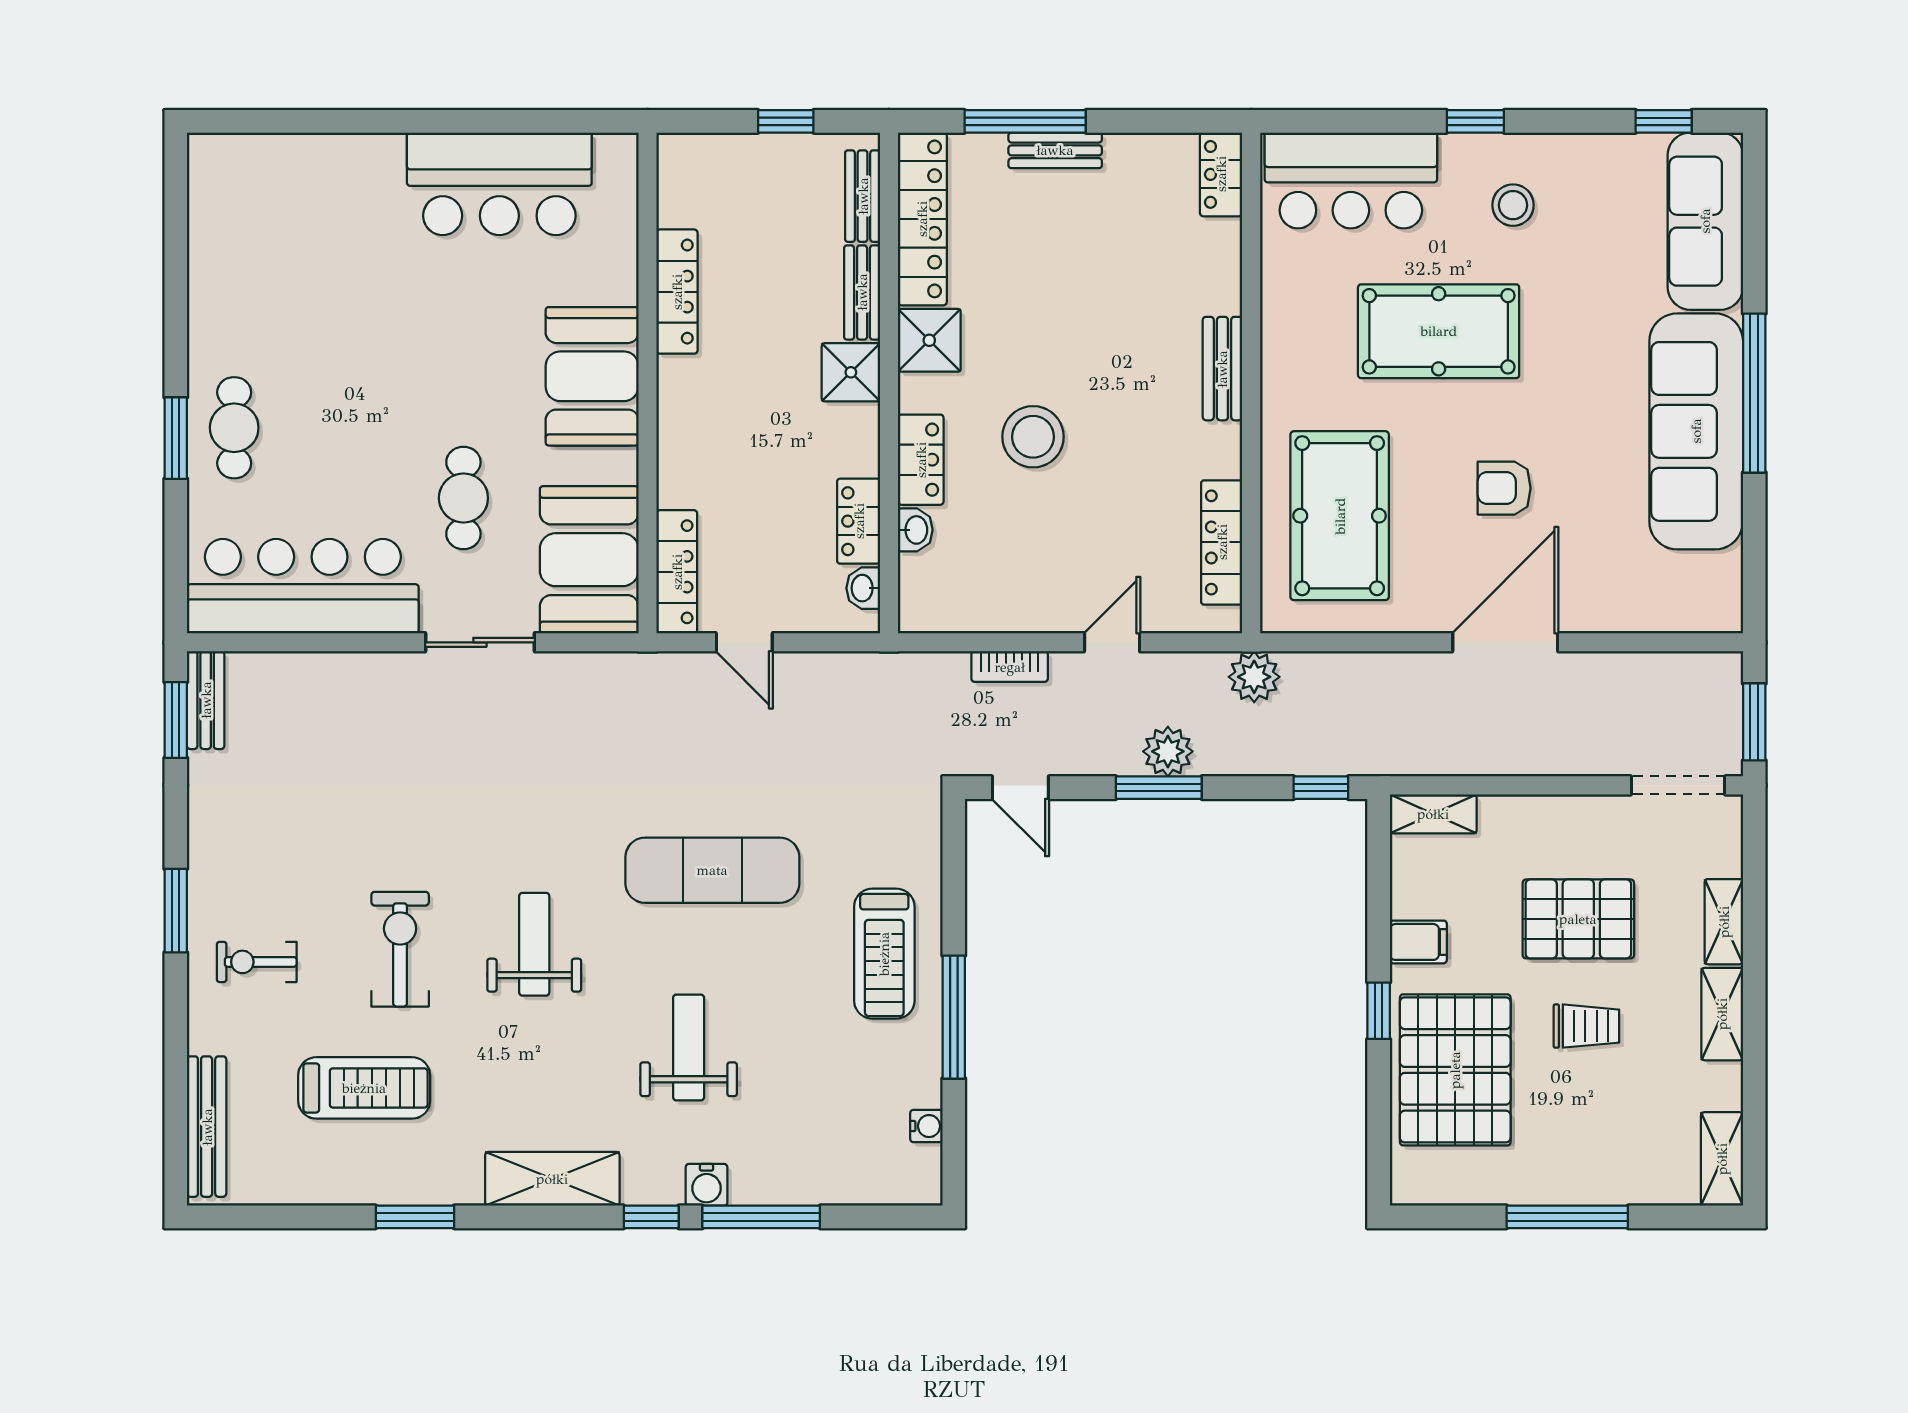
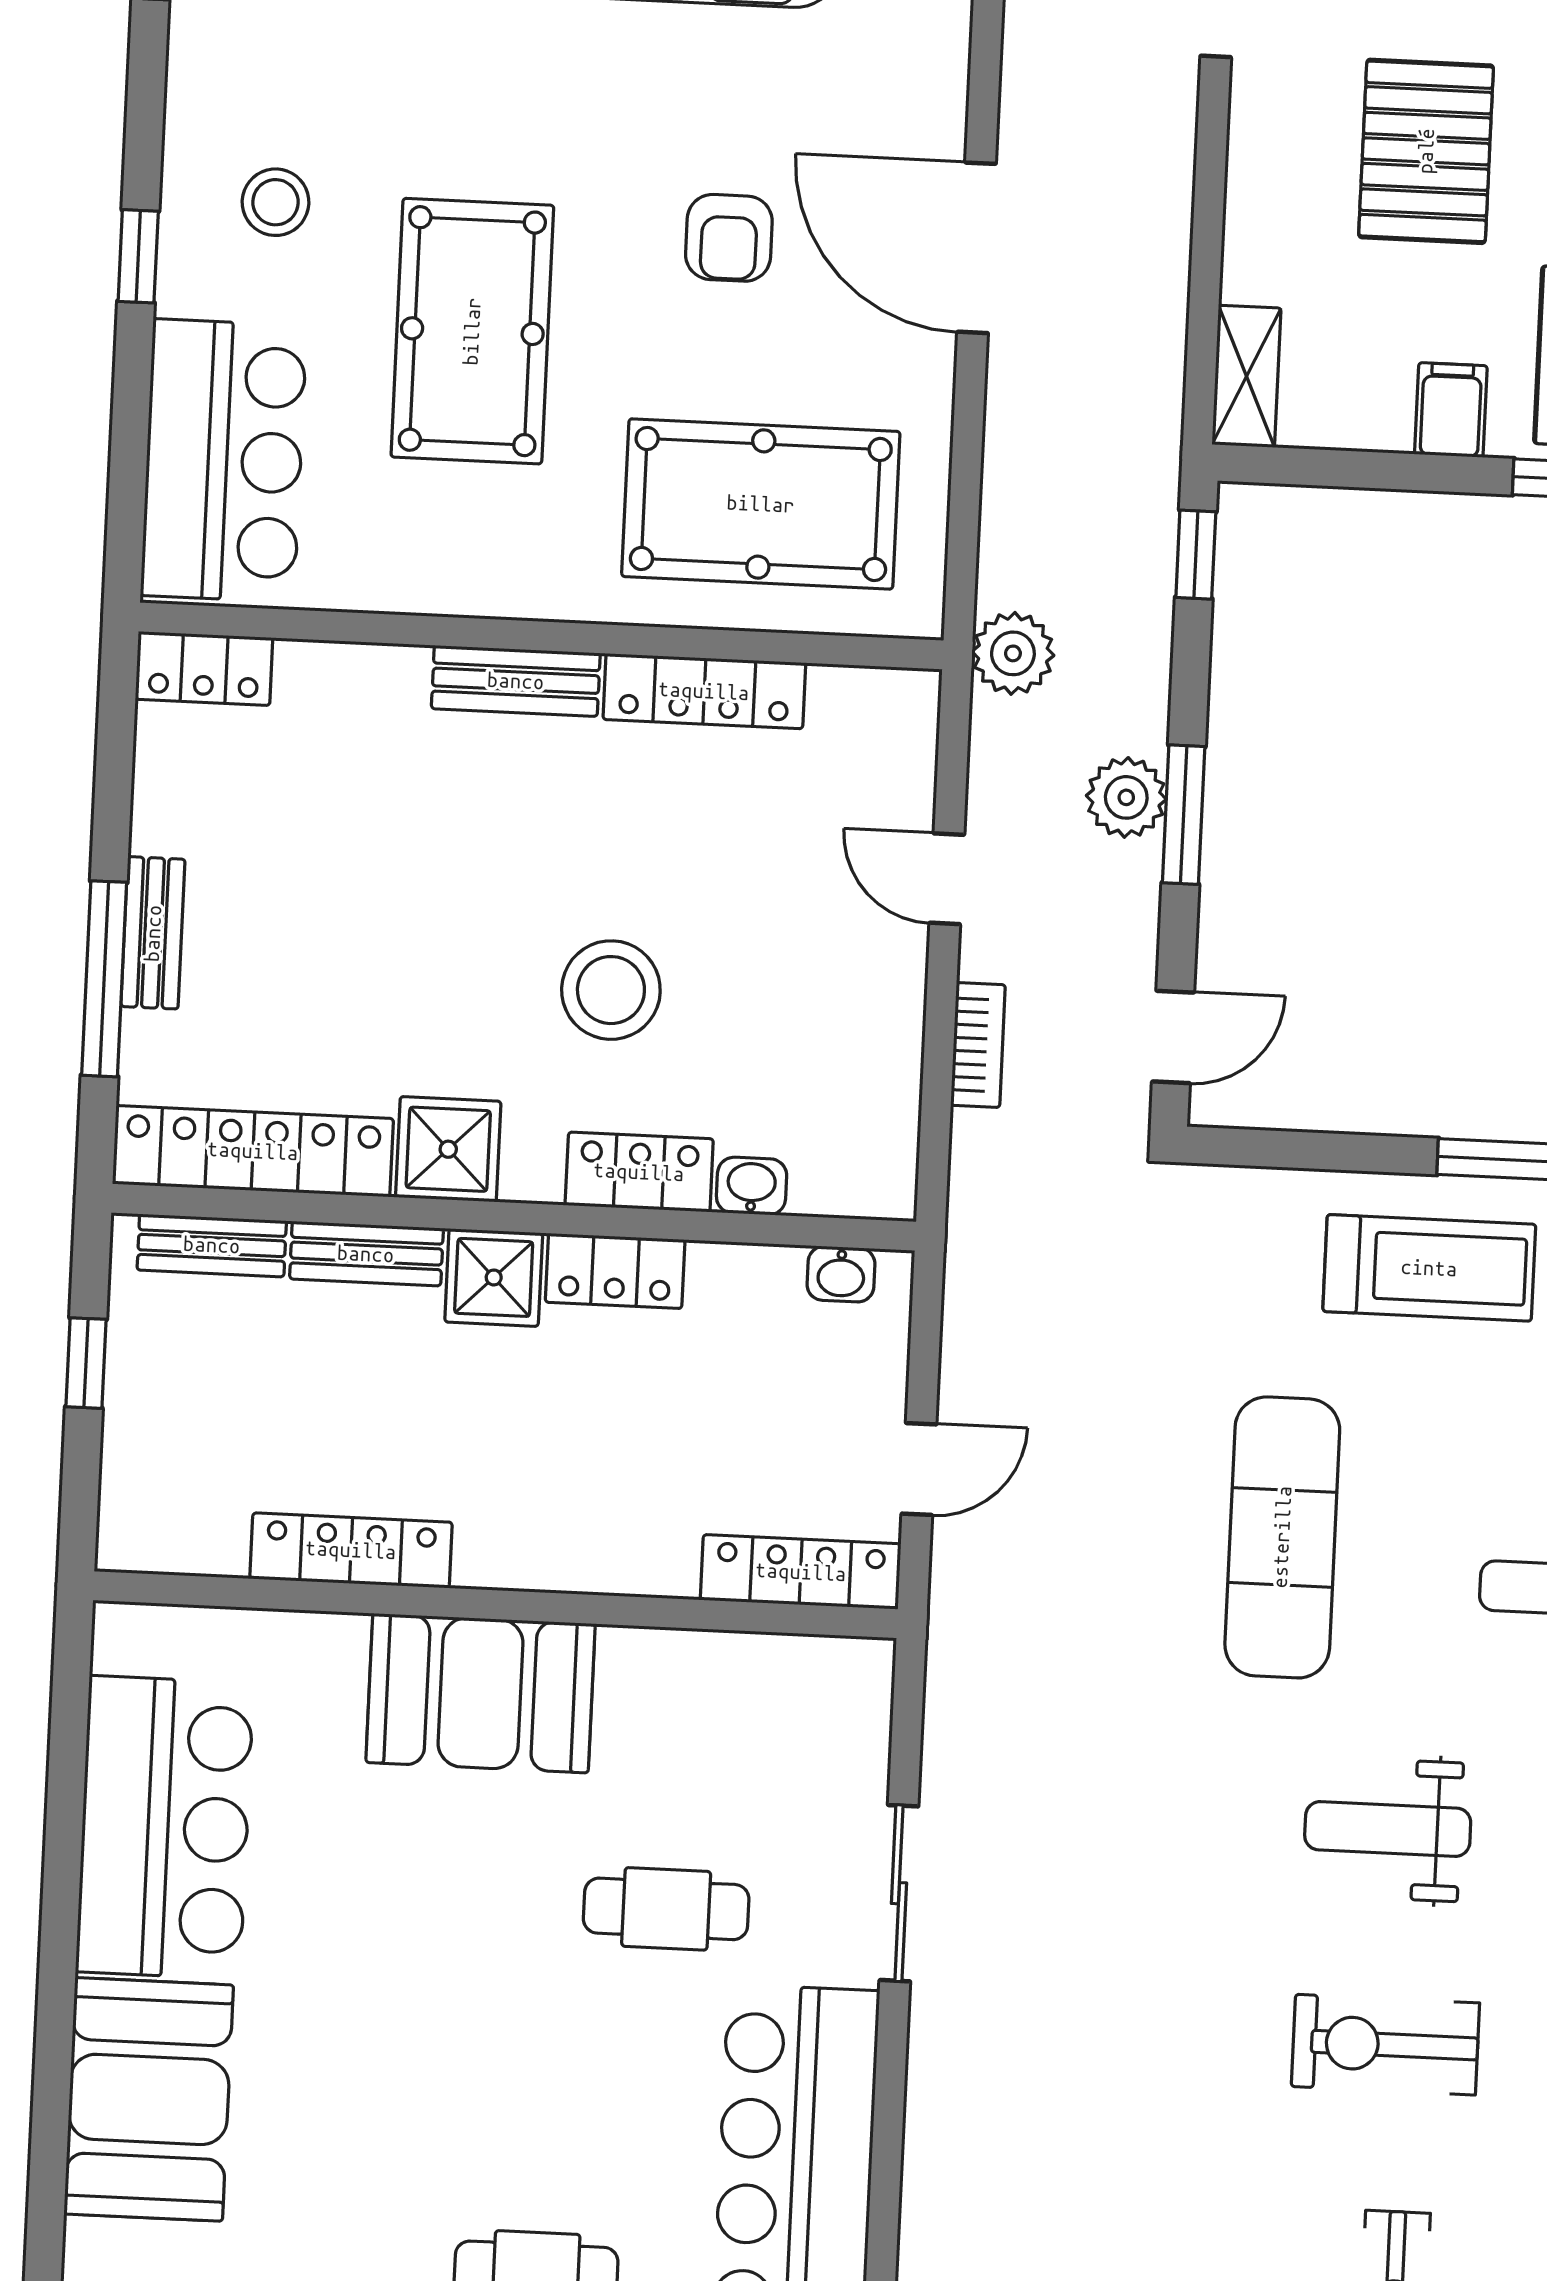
locker: (859, 521) -> (615, 1271), moved
locker: (1222, 542) -> (704, 691), moved
booth: (589, 560) -> (149, 2099), moved, turned 90

